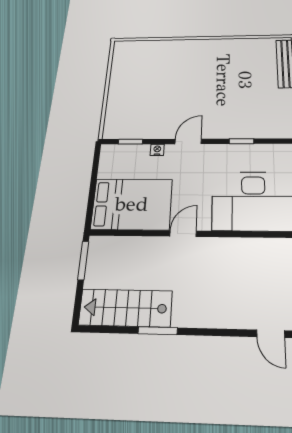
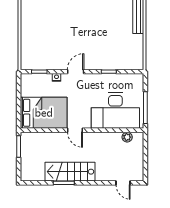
door: (183, 234) -> (75, 130), swing flipped
plant: (275, 247) -> (127, 137), added
stairs: (125, 308) -> (70, 172), moved

